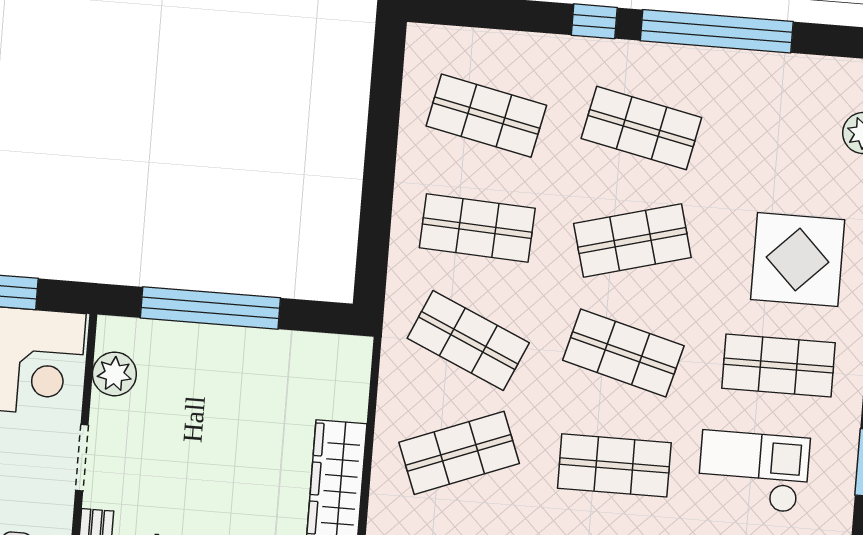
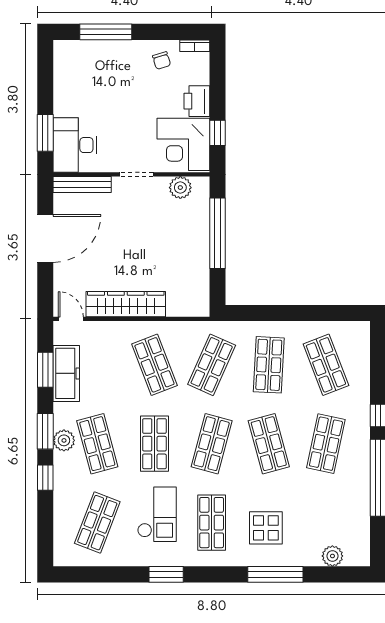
shop shelf: (486, 116) -> (326, 365), turned -33
display table: (798, 260) -> (266, 528), width x0.73, depth x0.73

